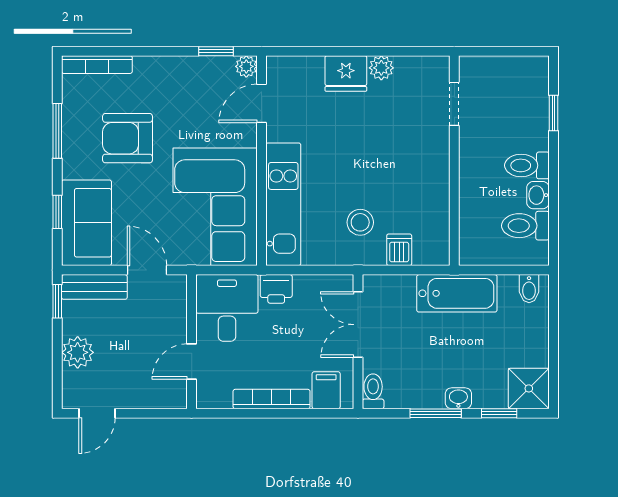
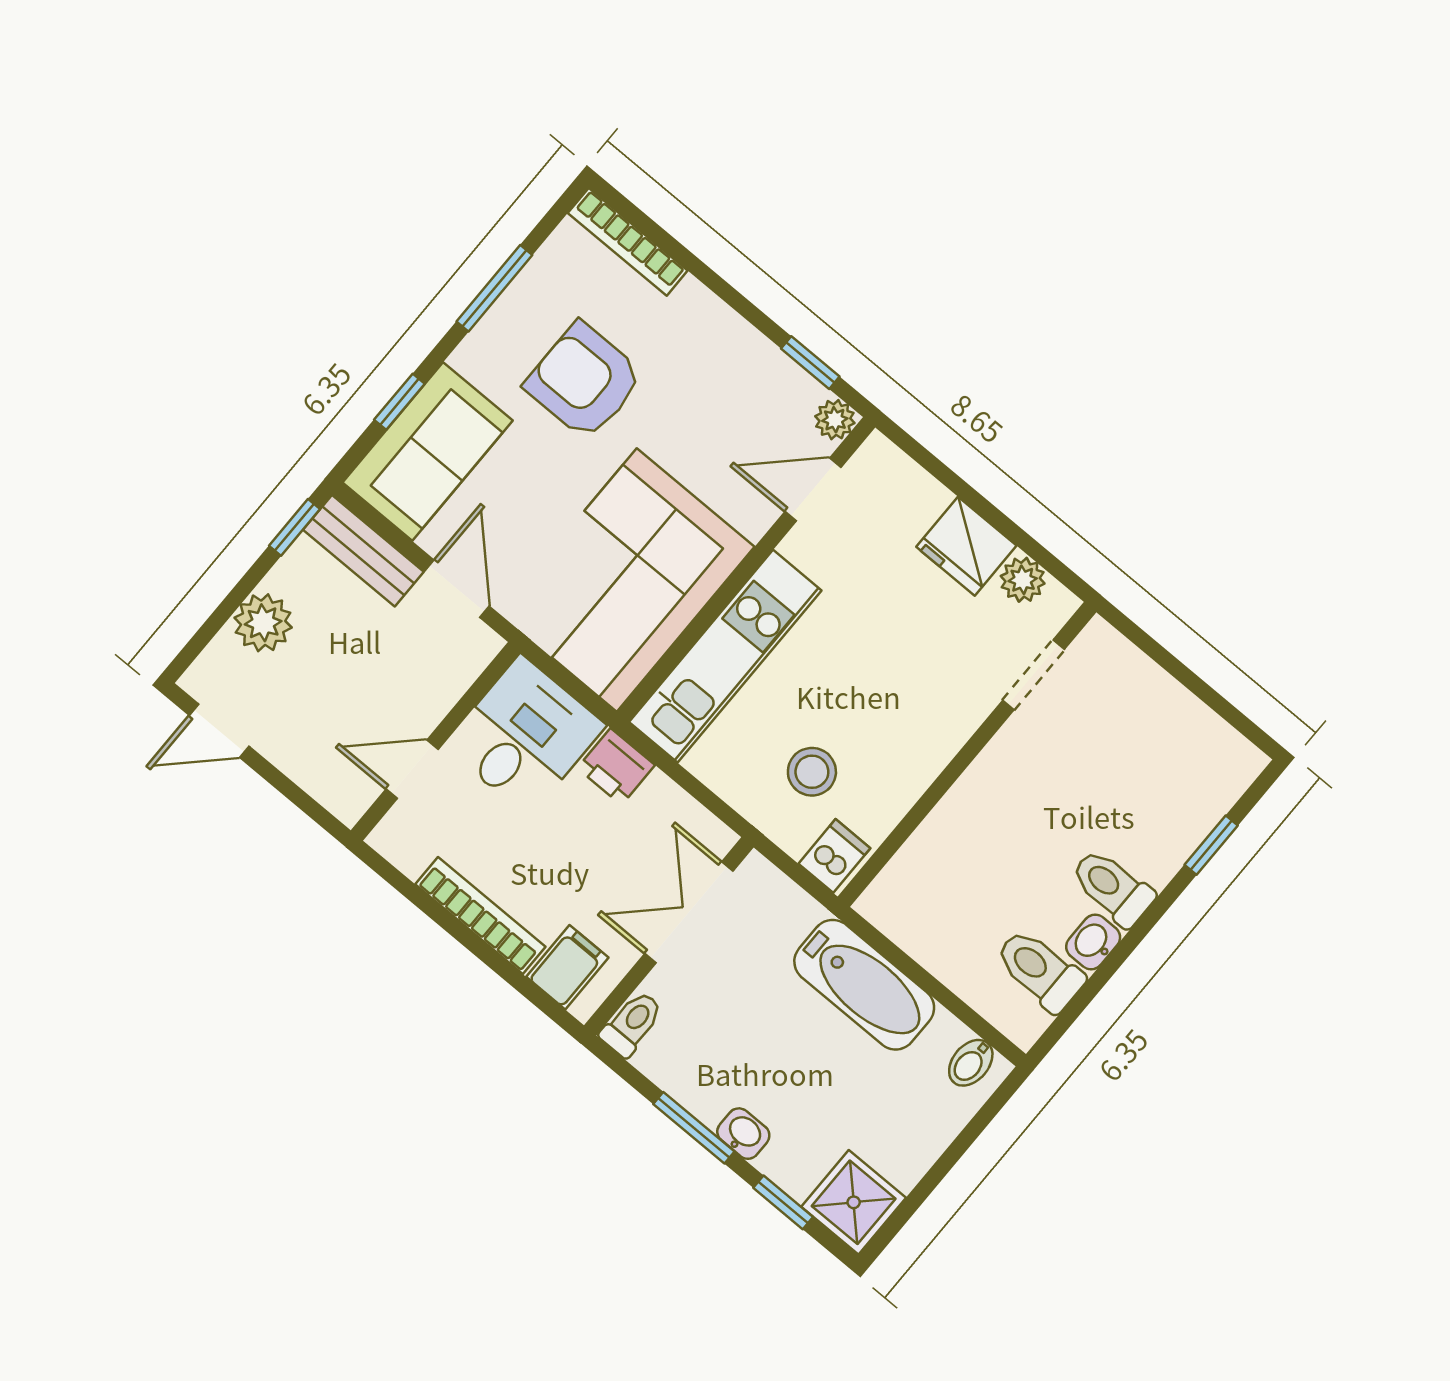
doorway: (454, 104) -> (1034, 675), moved
wall: (454, 161) -> (967, 754), moved

